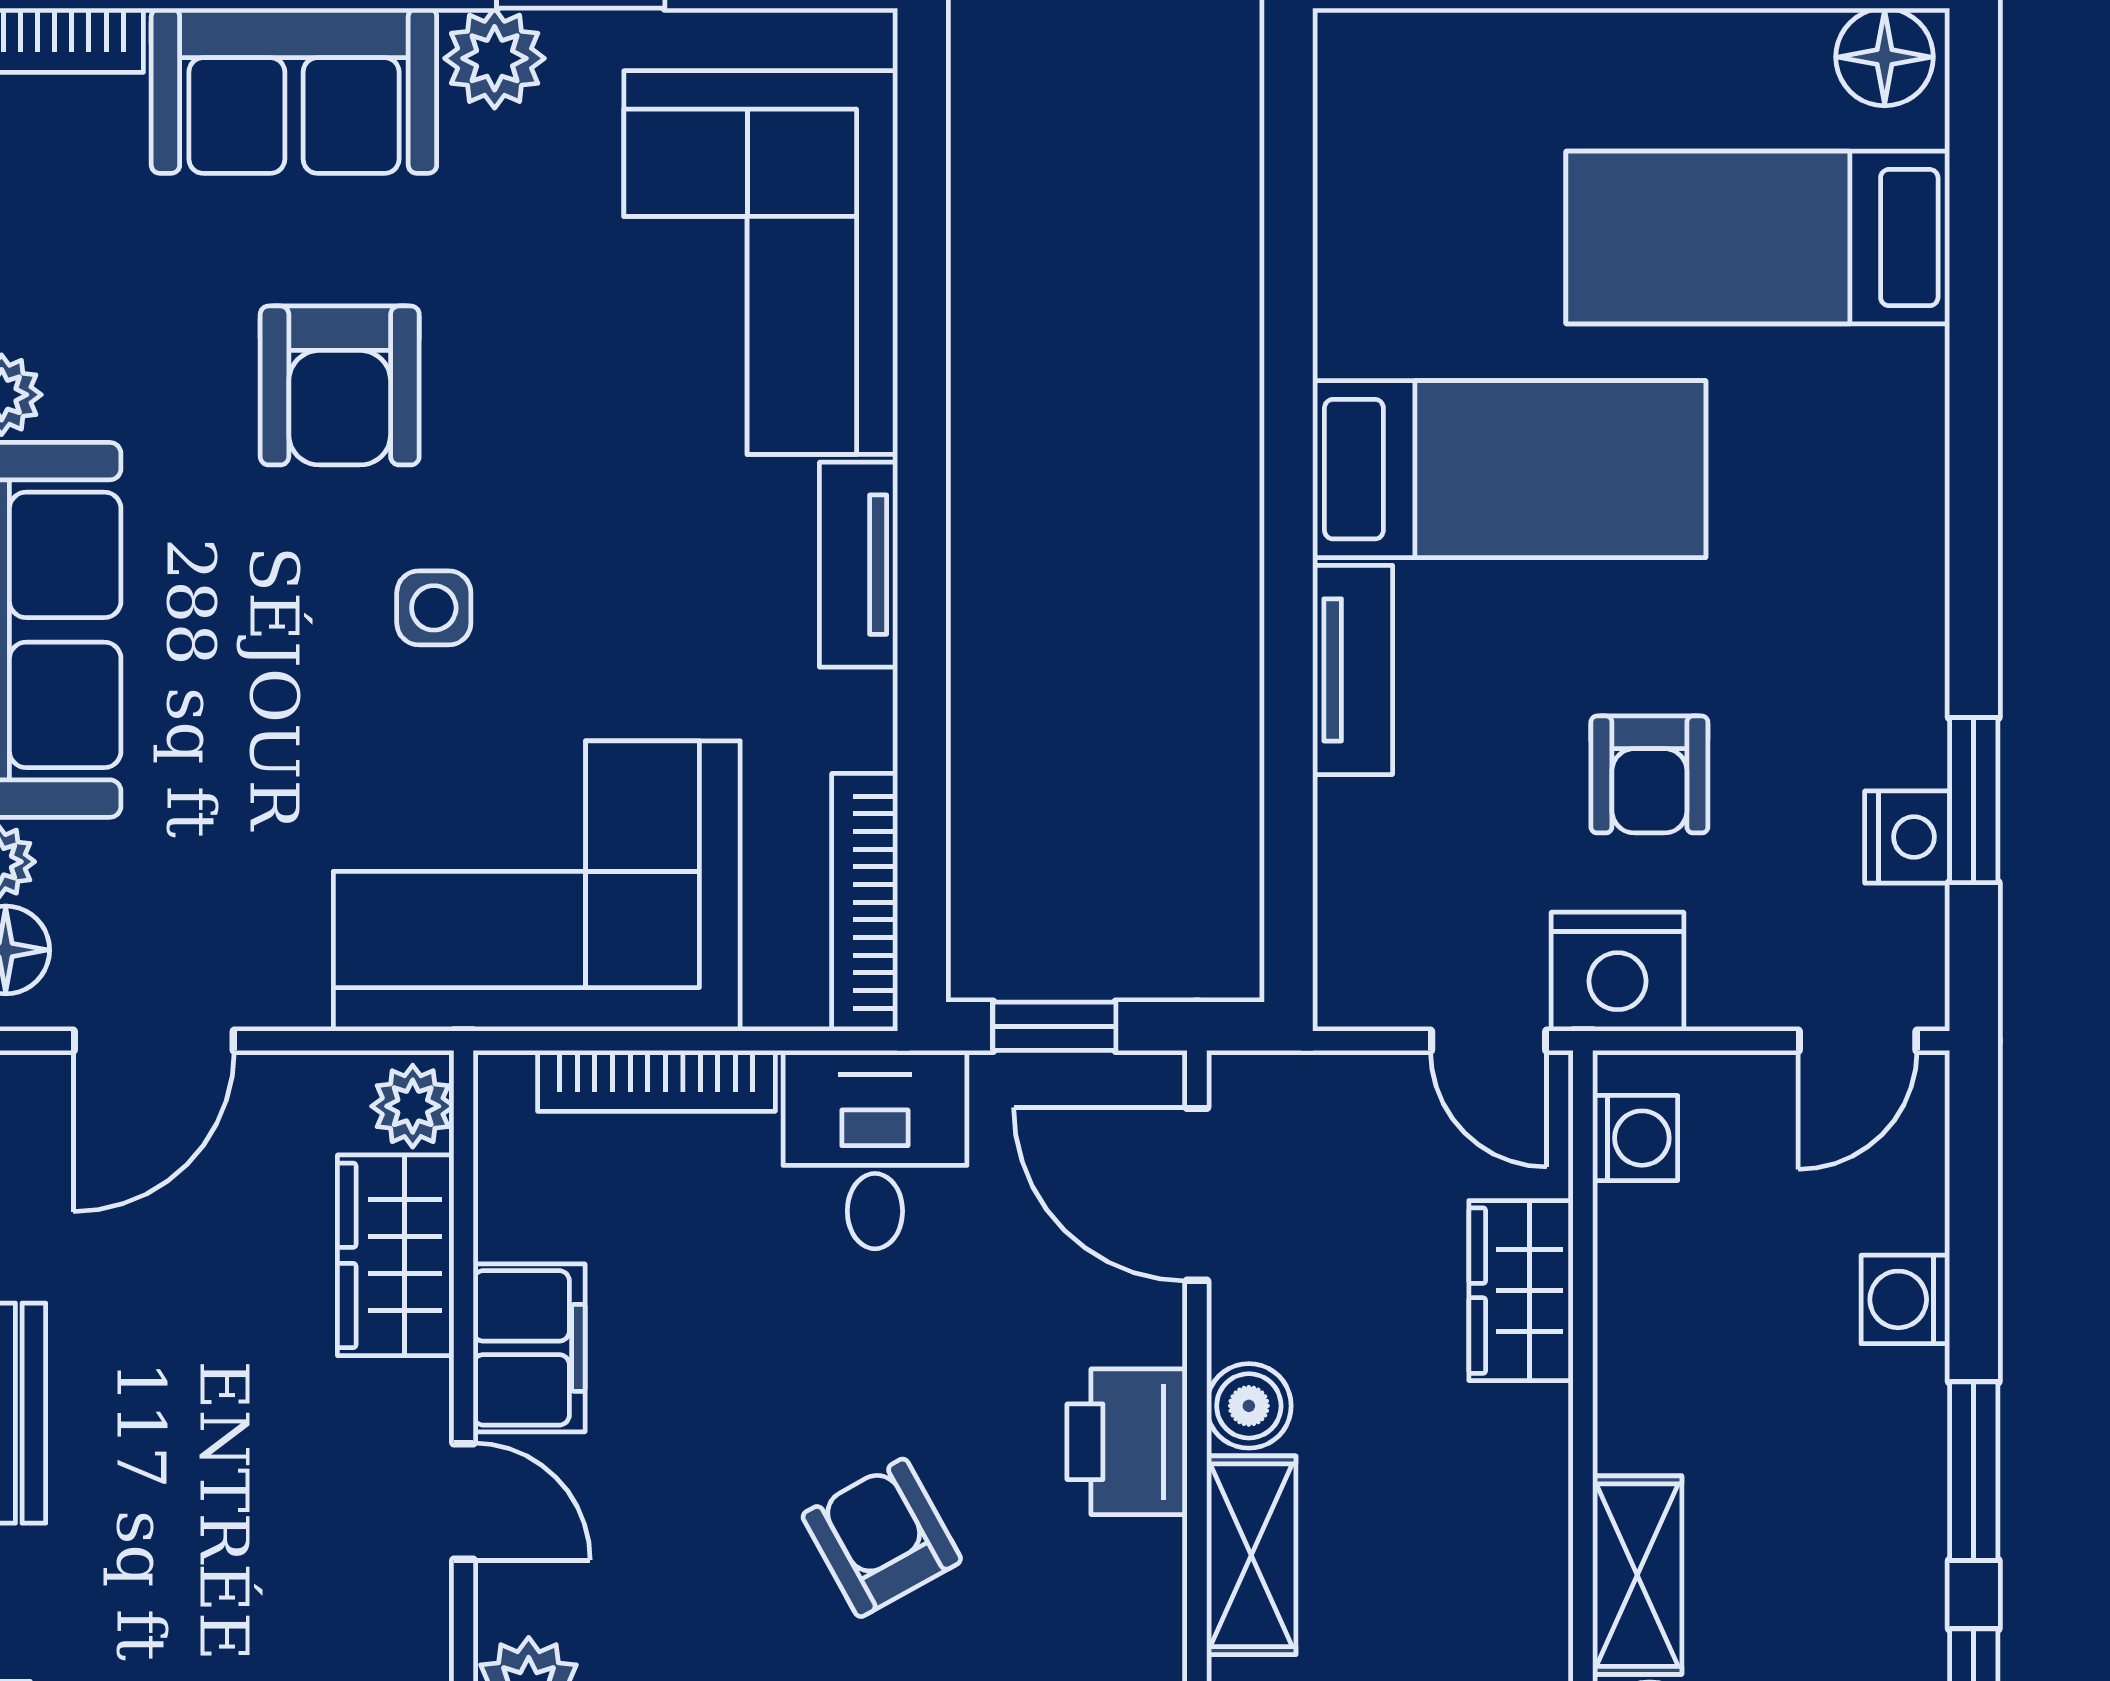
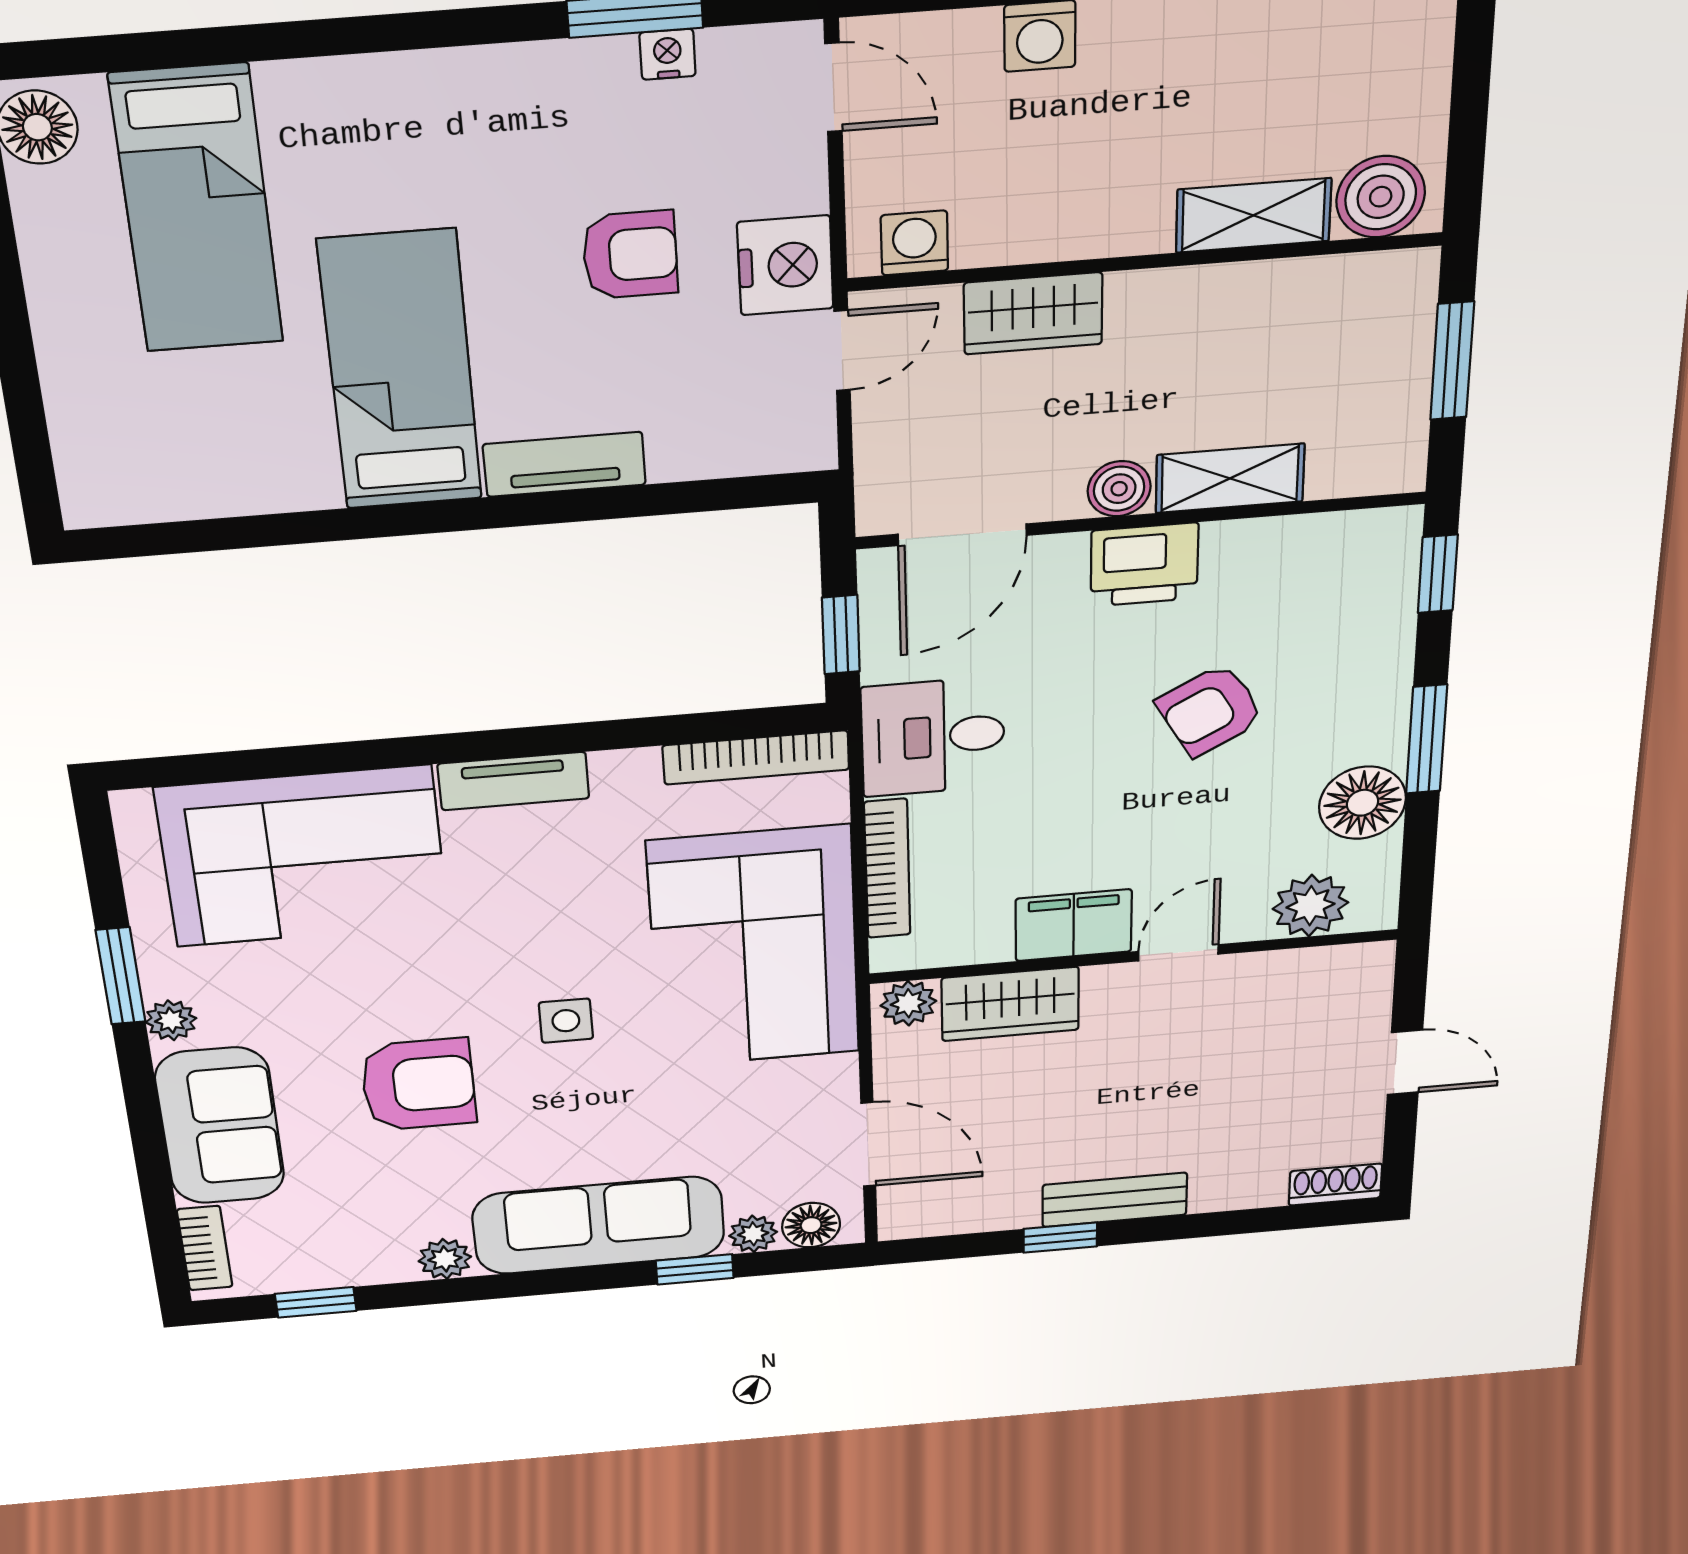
plant: (495, 58) -> (171, 1020), width x0.73, depth x0.73
nightstand: (1907, 837) -> (668, 54), width x0.72, depth x0.74

